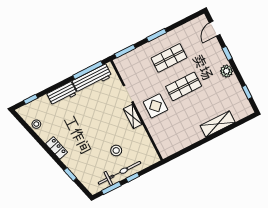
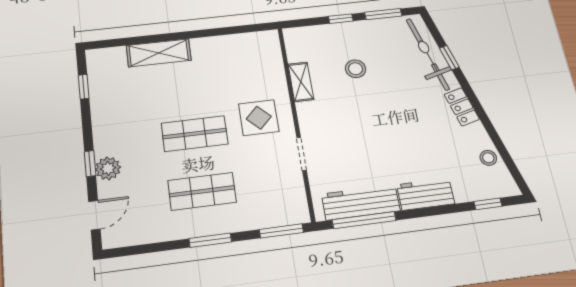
plant: (226, 71) -> (108, 168), moved
shelving: (133, 117) -> (301, 82), moved
bicycle: (119, 173) -> (428, 54), moved, turned 75

